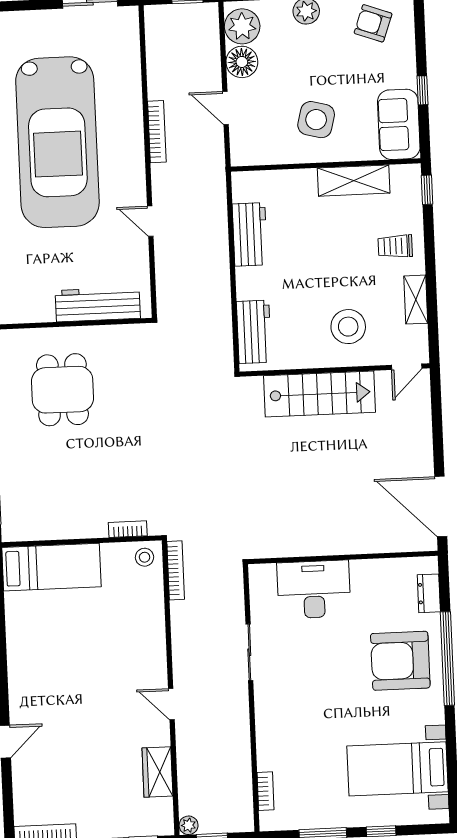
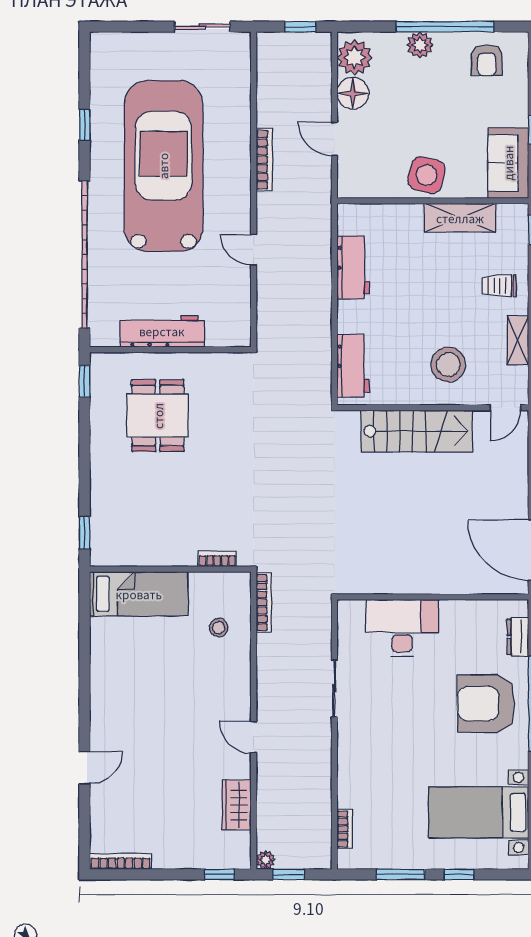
armchair: (373, 23) -> (487, 60), turned -110
side table: (316, 120) -> (427, 175), moved
car: (57, 142) -> (163, 166), turned 180
workbench: (98, 304) -> (162, 331), moved
stool: (145, 557) -> (219, 628), moved

